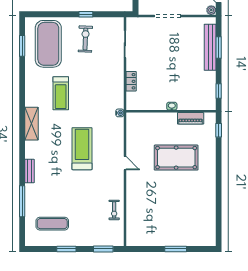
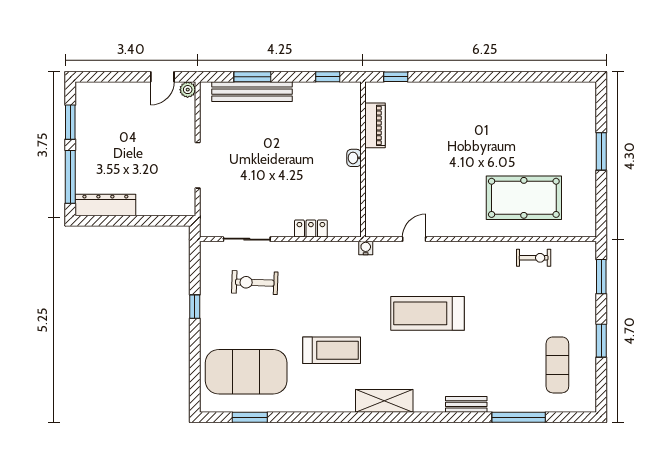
exercise bike: (85, 39) -> (255, 283), moved
pool table: (176, 158) -> (524, 198), moved, turned 90
door: (125, 163) -> (414, 239), moved

